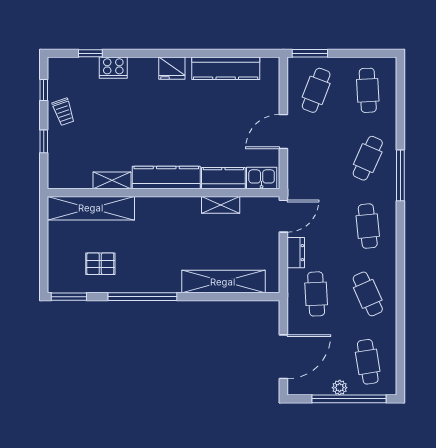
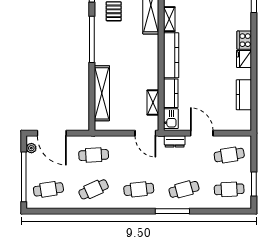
window: (310, 53) -> (254, 184), moved
cooker: (113, 68) -> (244, 40), moved
kitchen counter: (226, 68) -> (244, 95), width x0.67
cafe table: (316, 90) -> (229, 155), turned -30
cafe table: (368, 158) -> (184, 189), turned -39
shelving: (221, 205) -> (153, 103), moved
dresser: (296, 253) -> (175, 141), moved
plant: (340, 388) -> (31, 148), moved

